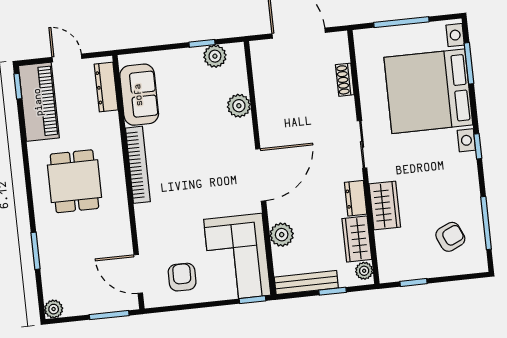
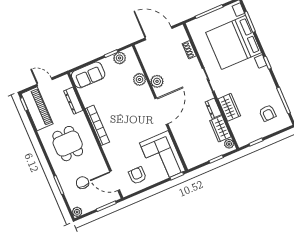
dresser: (106, 87) -> (73, 101), moved
sofa: (139, 95) -> (88, 75), moved, turned 90
plant: (282, 235) -> (157, 81), moved
armchair: (450, 237) -> (268, 113), turned 112
chair: (79, 260) -> (82, 183), added
bench: (306, 283) -> (201, 159), removed

